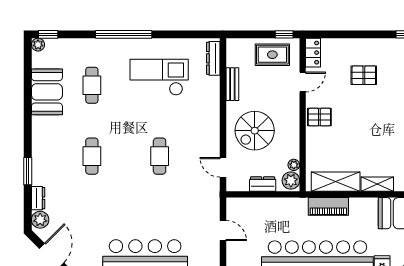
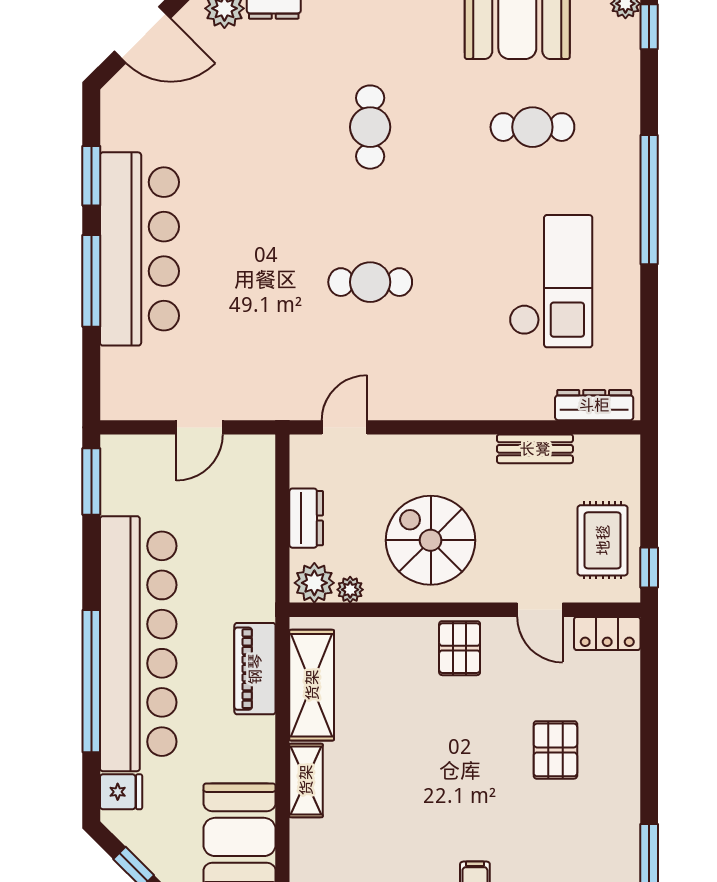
spiral stairs: (255, 131) -> (431, 540), moved
cafe table: (92, 156) -> (370, 127), turned 90

